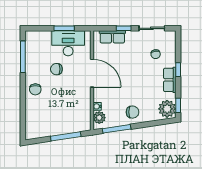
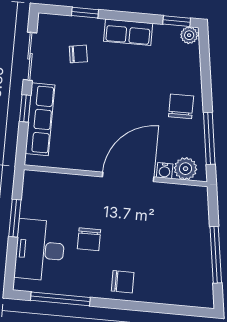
row of seats: (112, 37) -> (40, 119), width x1.48
desk: (68, 43) -> (40, 250), moved
window: (178, 70) -> (85, 13), moved
door: (92, 73) -> (128, 177), moved
plant: (167, 109) -> (189, 35), width x0.53, depth x0.53
window: (66, 136) -> (216, 255), moved

